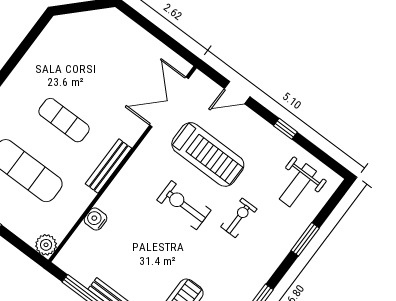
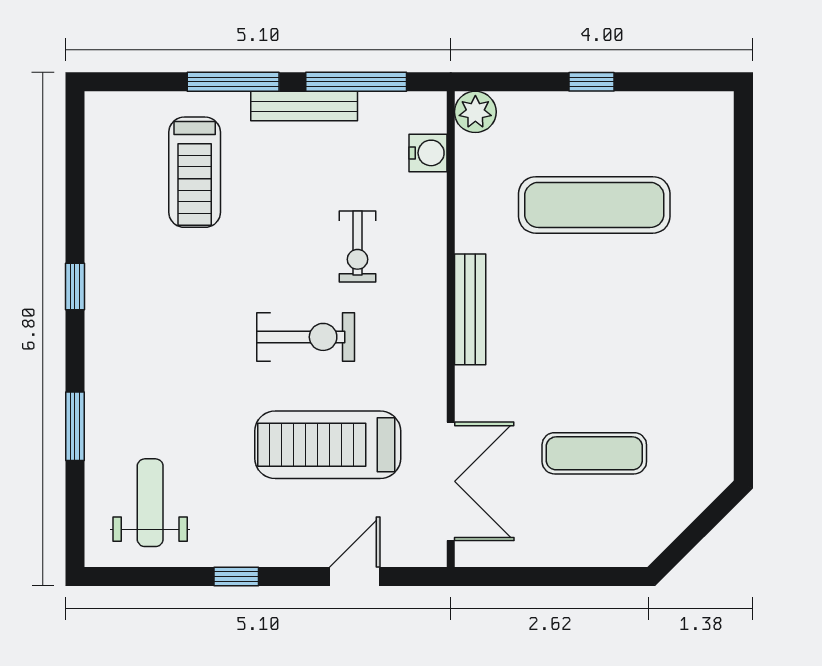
exercise mat: (64, 120) -> (594, 453), moved
exercise bike: (239, 218) -> (358, 247), moved
water cooler: (96, 219) -> (428, 153), moved

